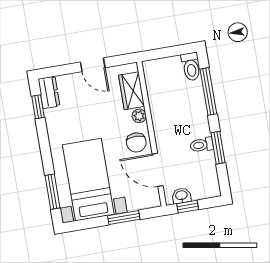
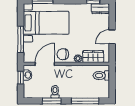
toilet: (191, 67) -> (101, 76), moved
window: (124, 218) -> (21, 40), width x1.44

